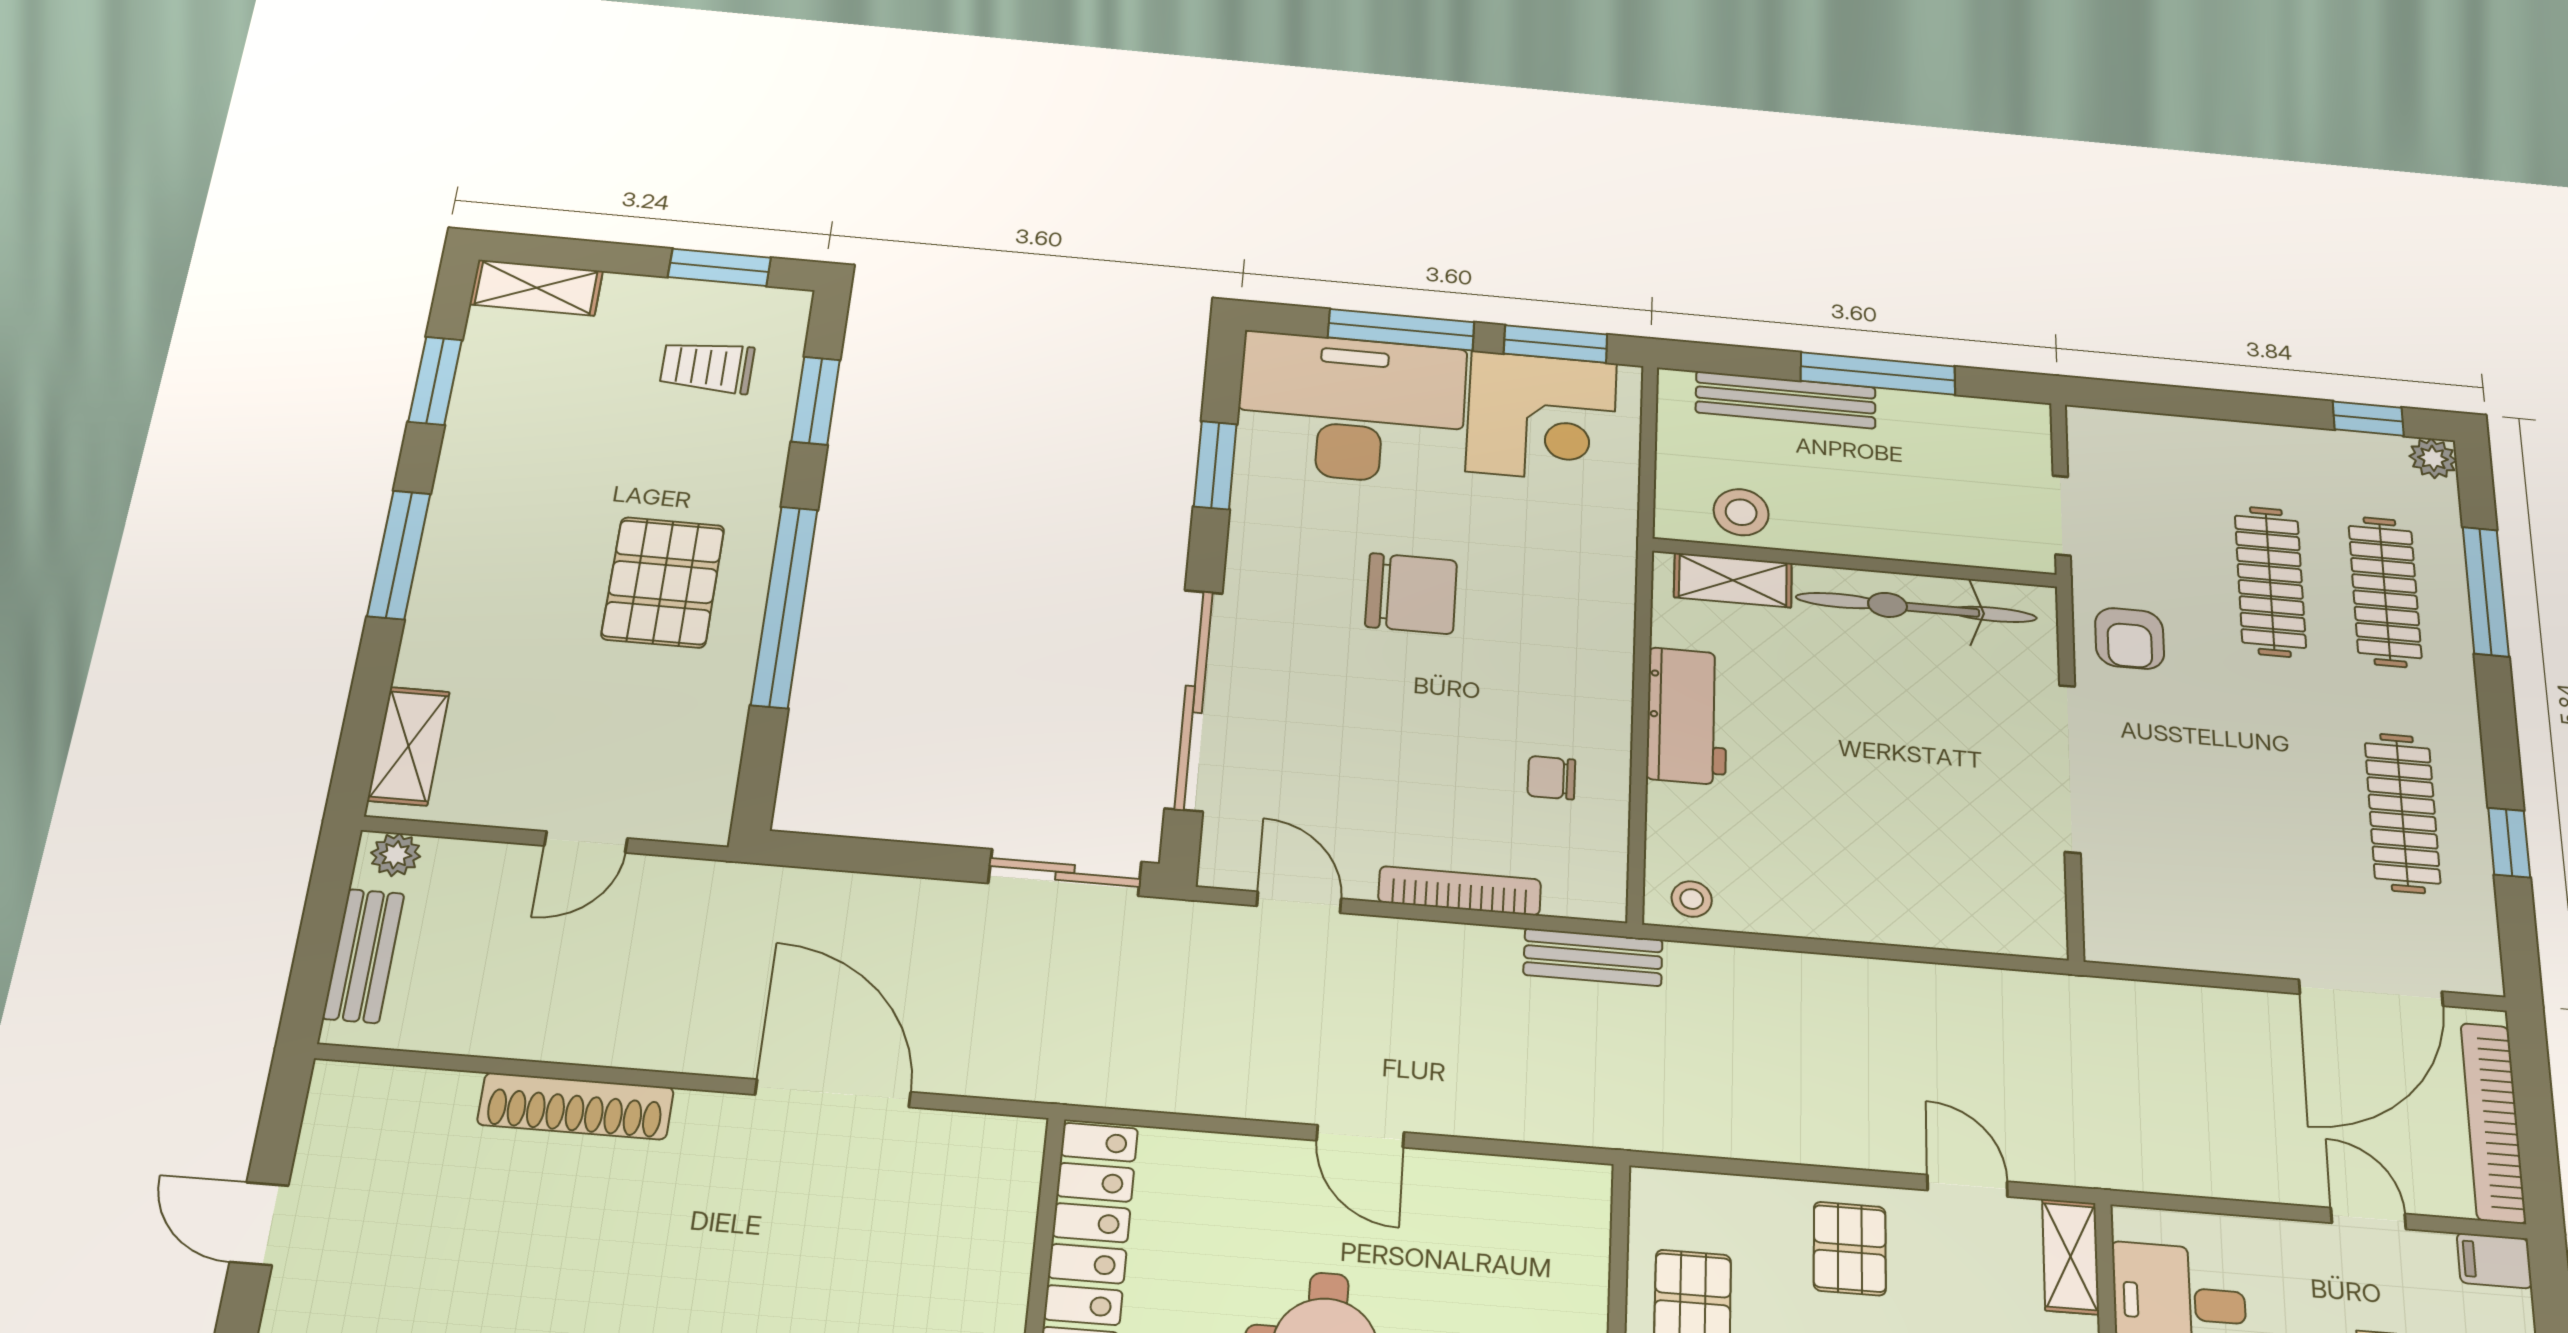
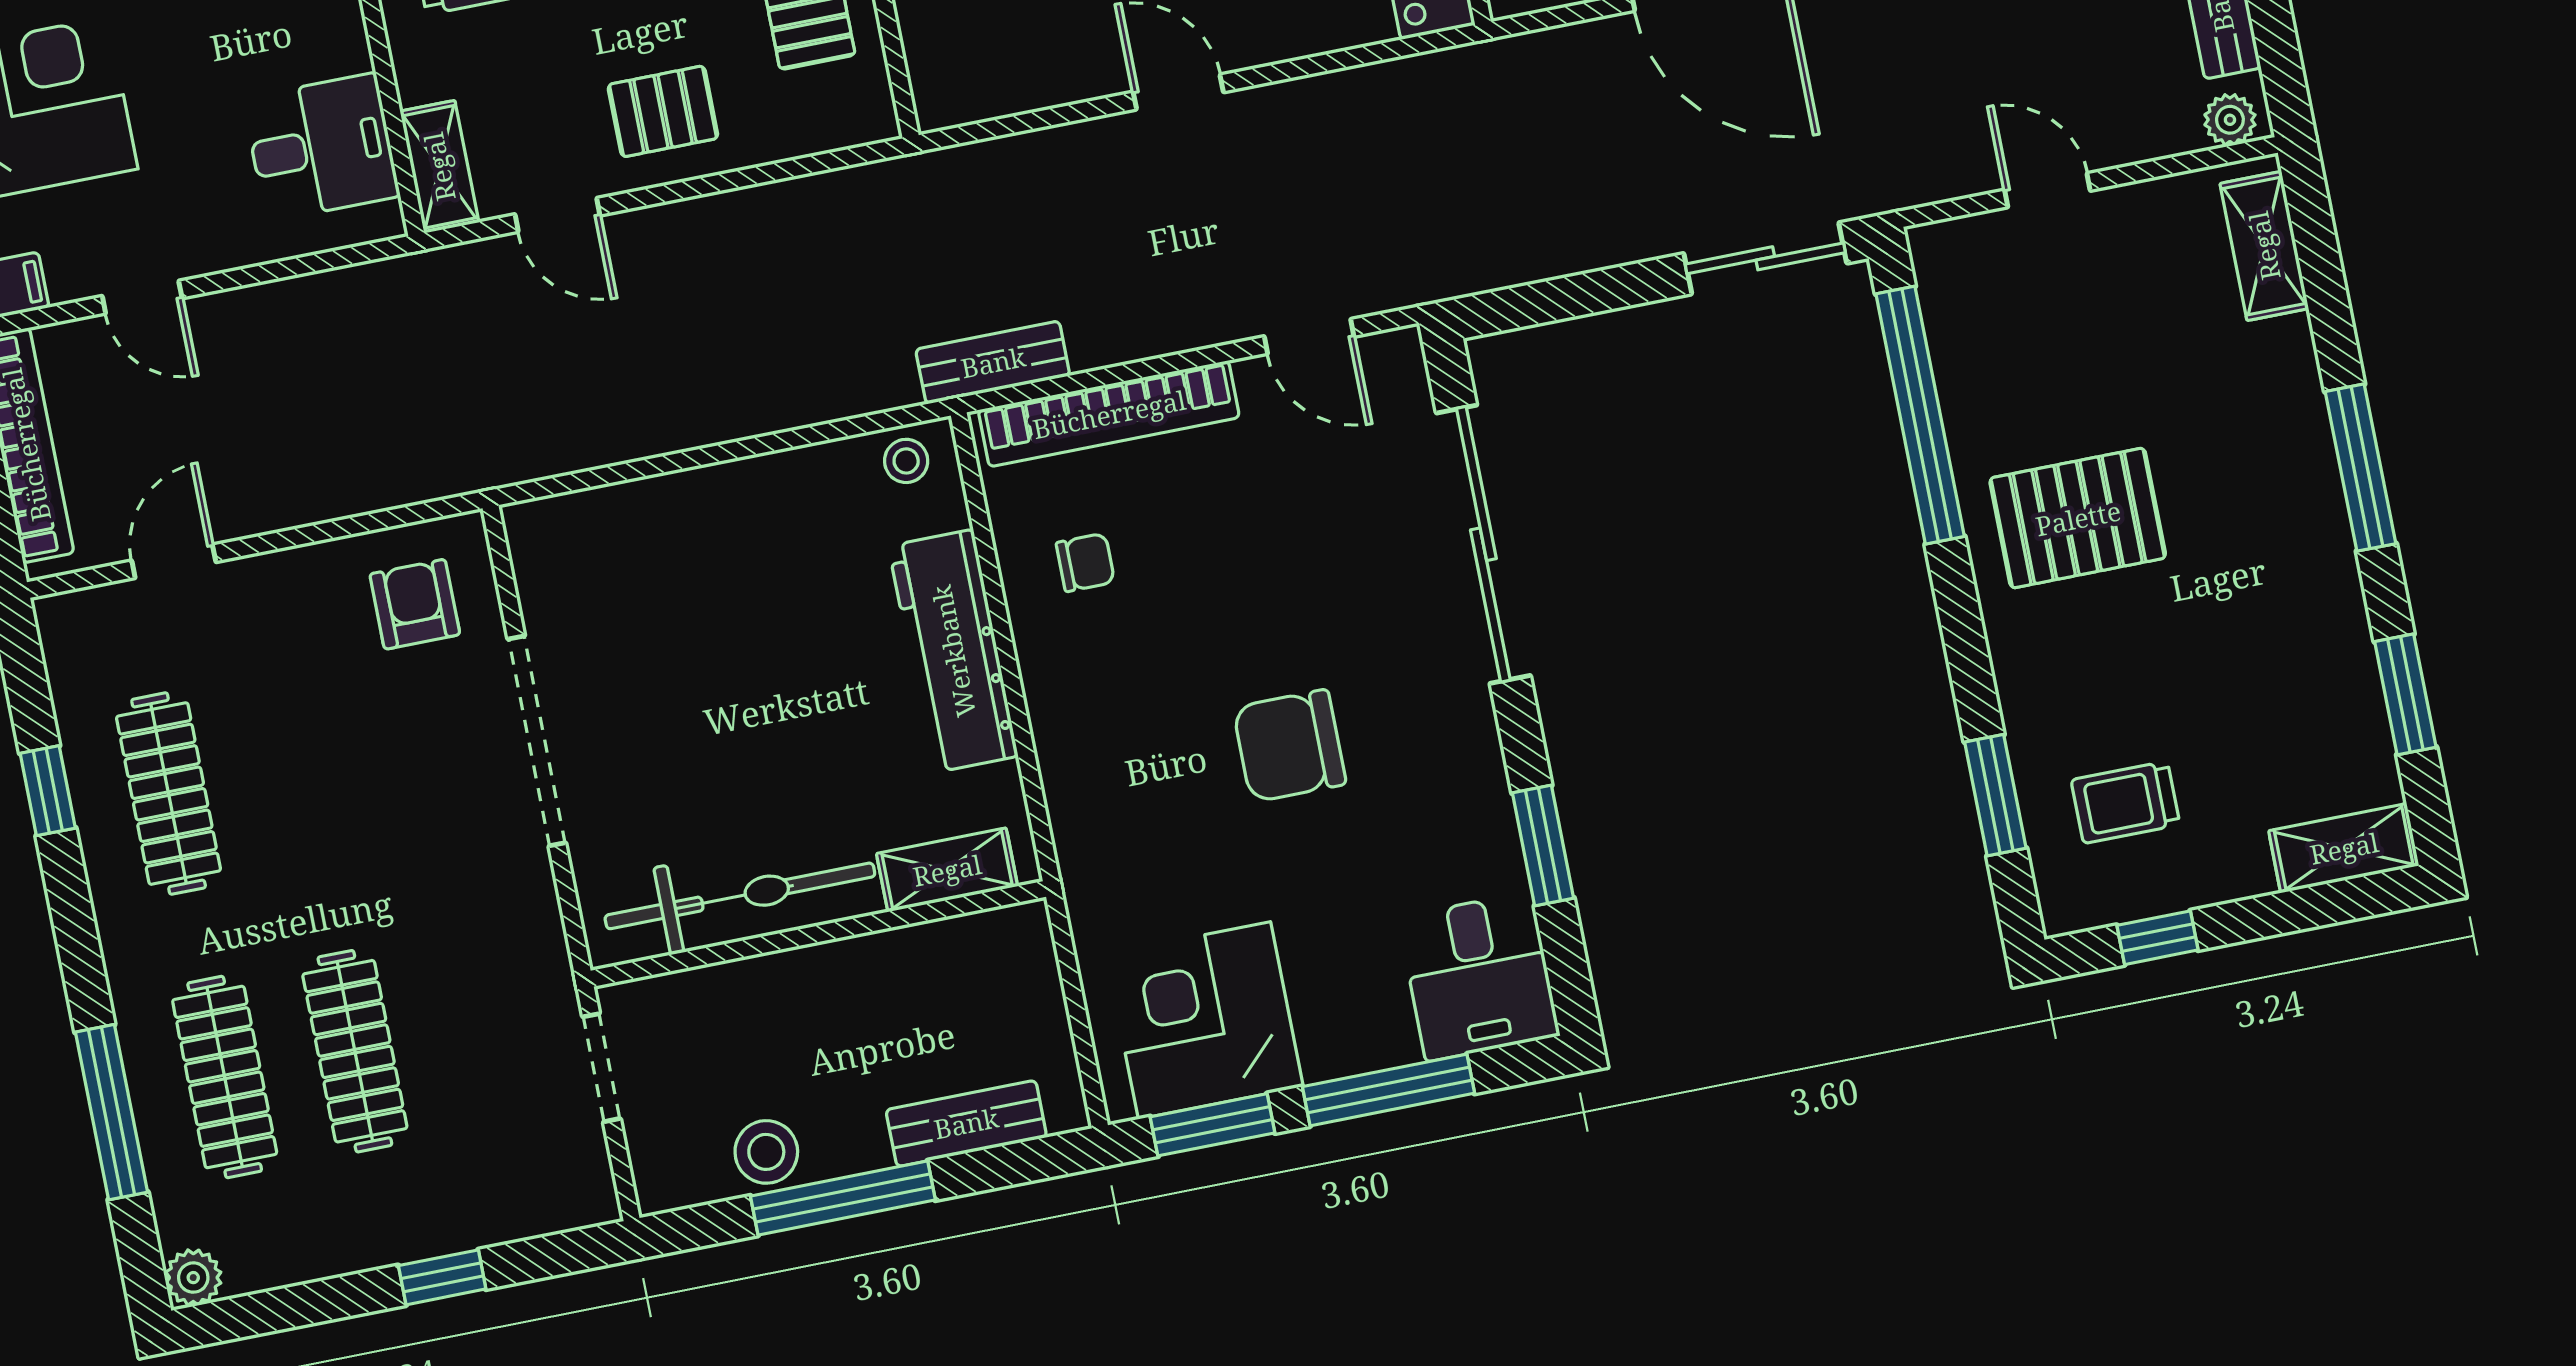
window: (719, 267) -> (2157, 938), width x0.67
trolley: (707, 367) -> (2125, 802), turned 180
bench: (1786, 400) -> (966, 1123), width x0.73
desk: (1351, 409) -> (1479, 976), width x0.53, depth x0.77
window: (2368, 419) -> (442, 1277), moved
stool: (1741, 512) -> (766, 1152), moved
pallet: (663, 582) -> (2078, 518), turned 90
window: (784, 606) -> (1920, 415), moved
armchair: (2130, 638) -> (415, 604), moved
workbench: (1687, 716) -> (953, 651), width x1.38
door: (586, 842) -> (2047, 190), hinge flipped
sliding door: (1065, 872) -> (1765, 258), moved
bookcase: (1460, 891) -> (1109, 414), width x1.48, depth x1.31
door: (2371, 993) -> (174, 561), width x0.53
pallet: (1850, 1249) -> (663, 111), turned 90

